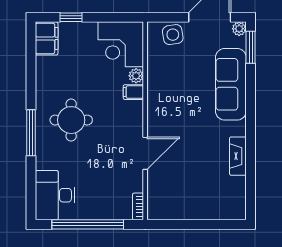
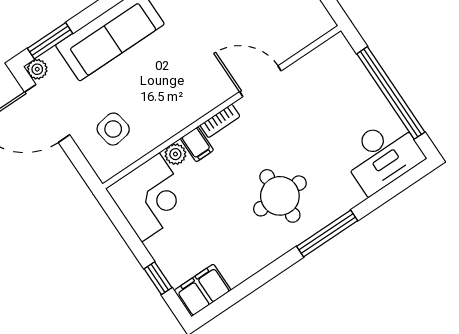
side table: (173, 35) -> (113, 129), moved
bookcase: (138, 206) -> (220, 121), moved

